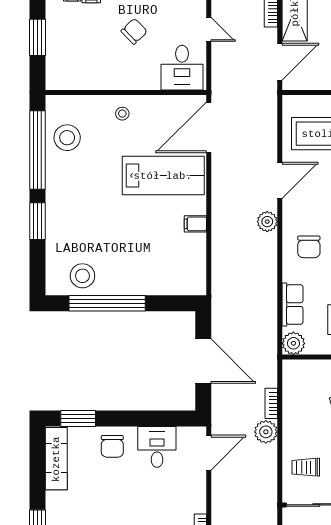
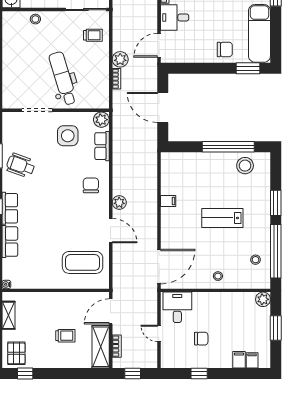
chair: (134, 31) -> (201, 339), moved, turned -136
plant: (56, 79) -> (263, 299), added
stool: (67, 138) -> (256, 260), width x0.53, depth x0.53
lab bench: (163, 176) -> (222, 218), moved, width x0.73, depth x0.72
door: (280, 180) -> (111, 231), swing flipped
chair: (112, 446) -> (225, 49), turned 90
desk: (157, 447) -> (175, 17), moved, turned 90
exam couch: (56, 459) -> (259, 33), width x1.36, depth x1.45

